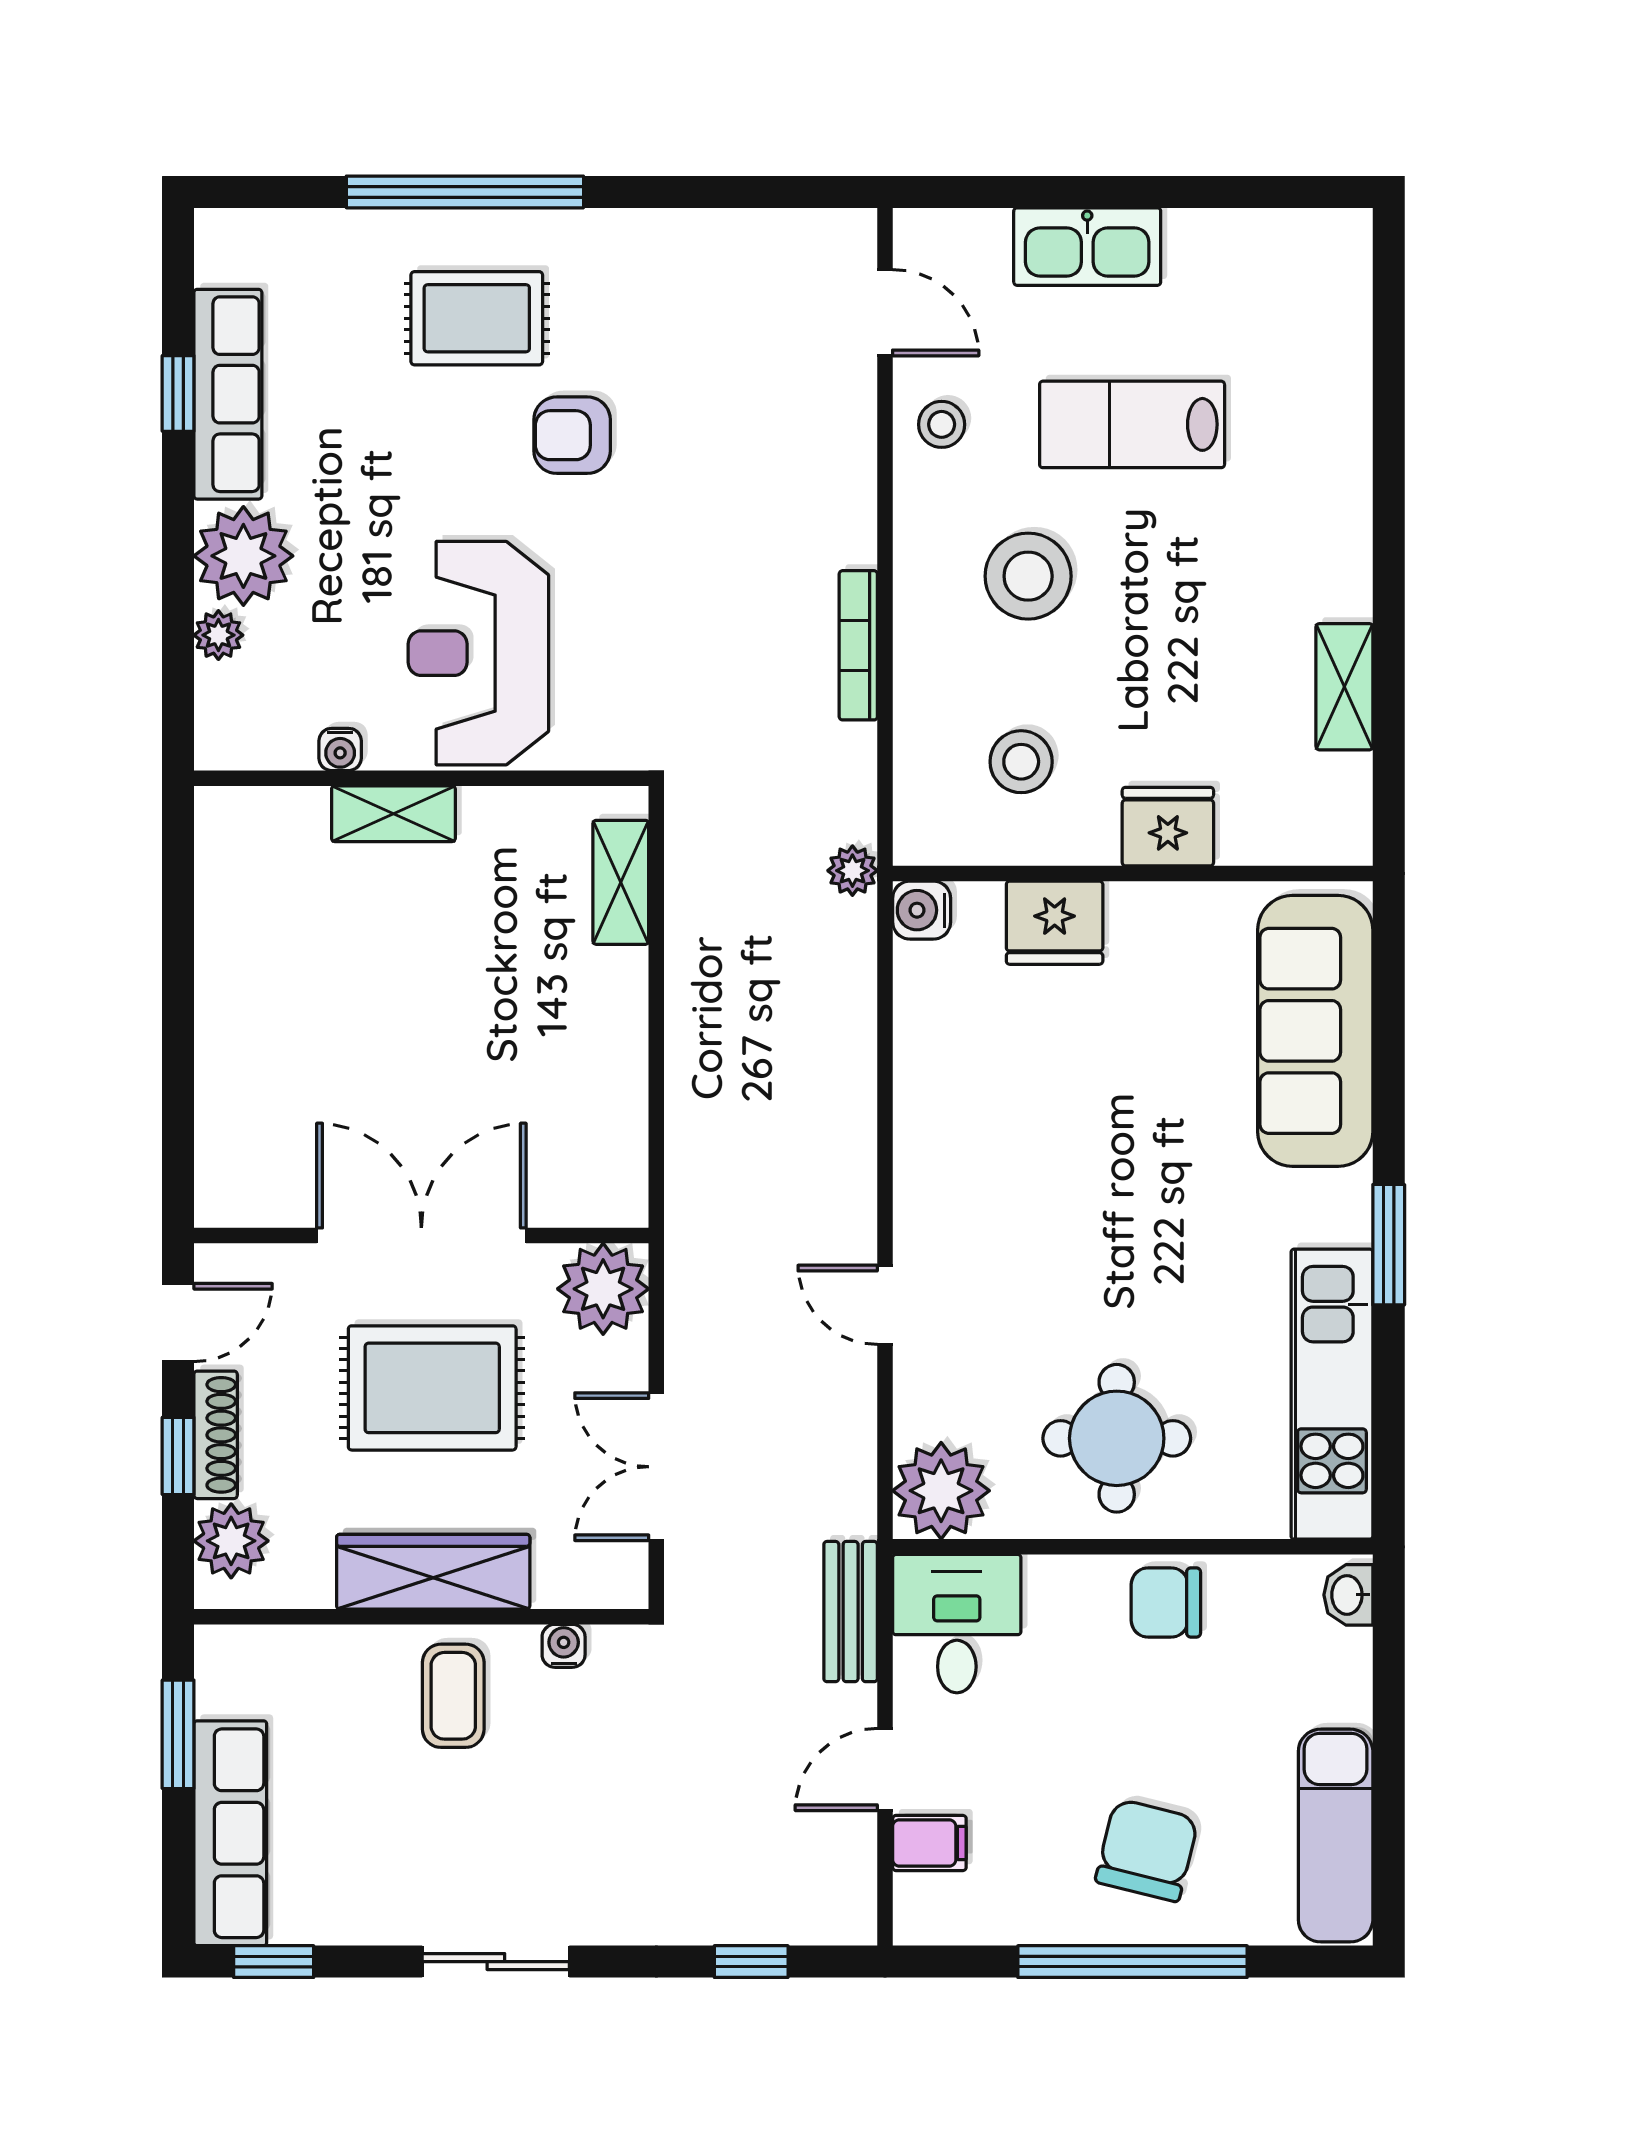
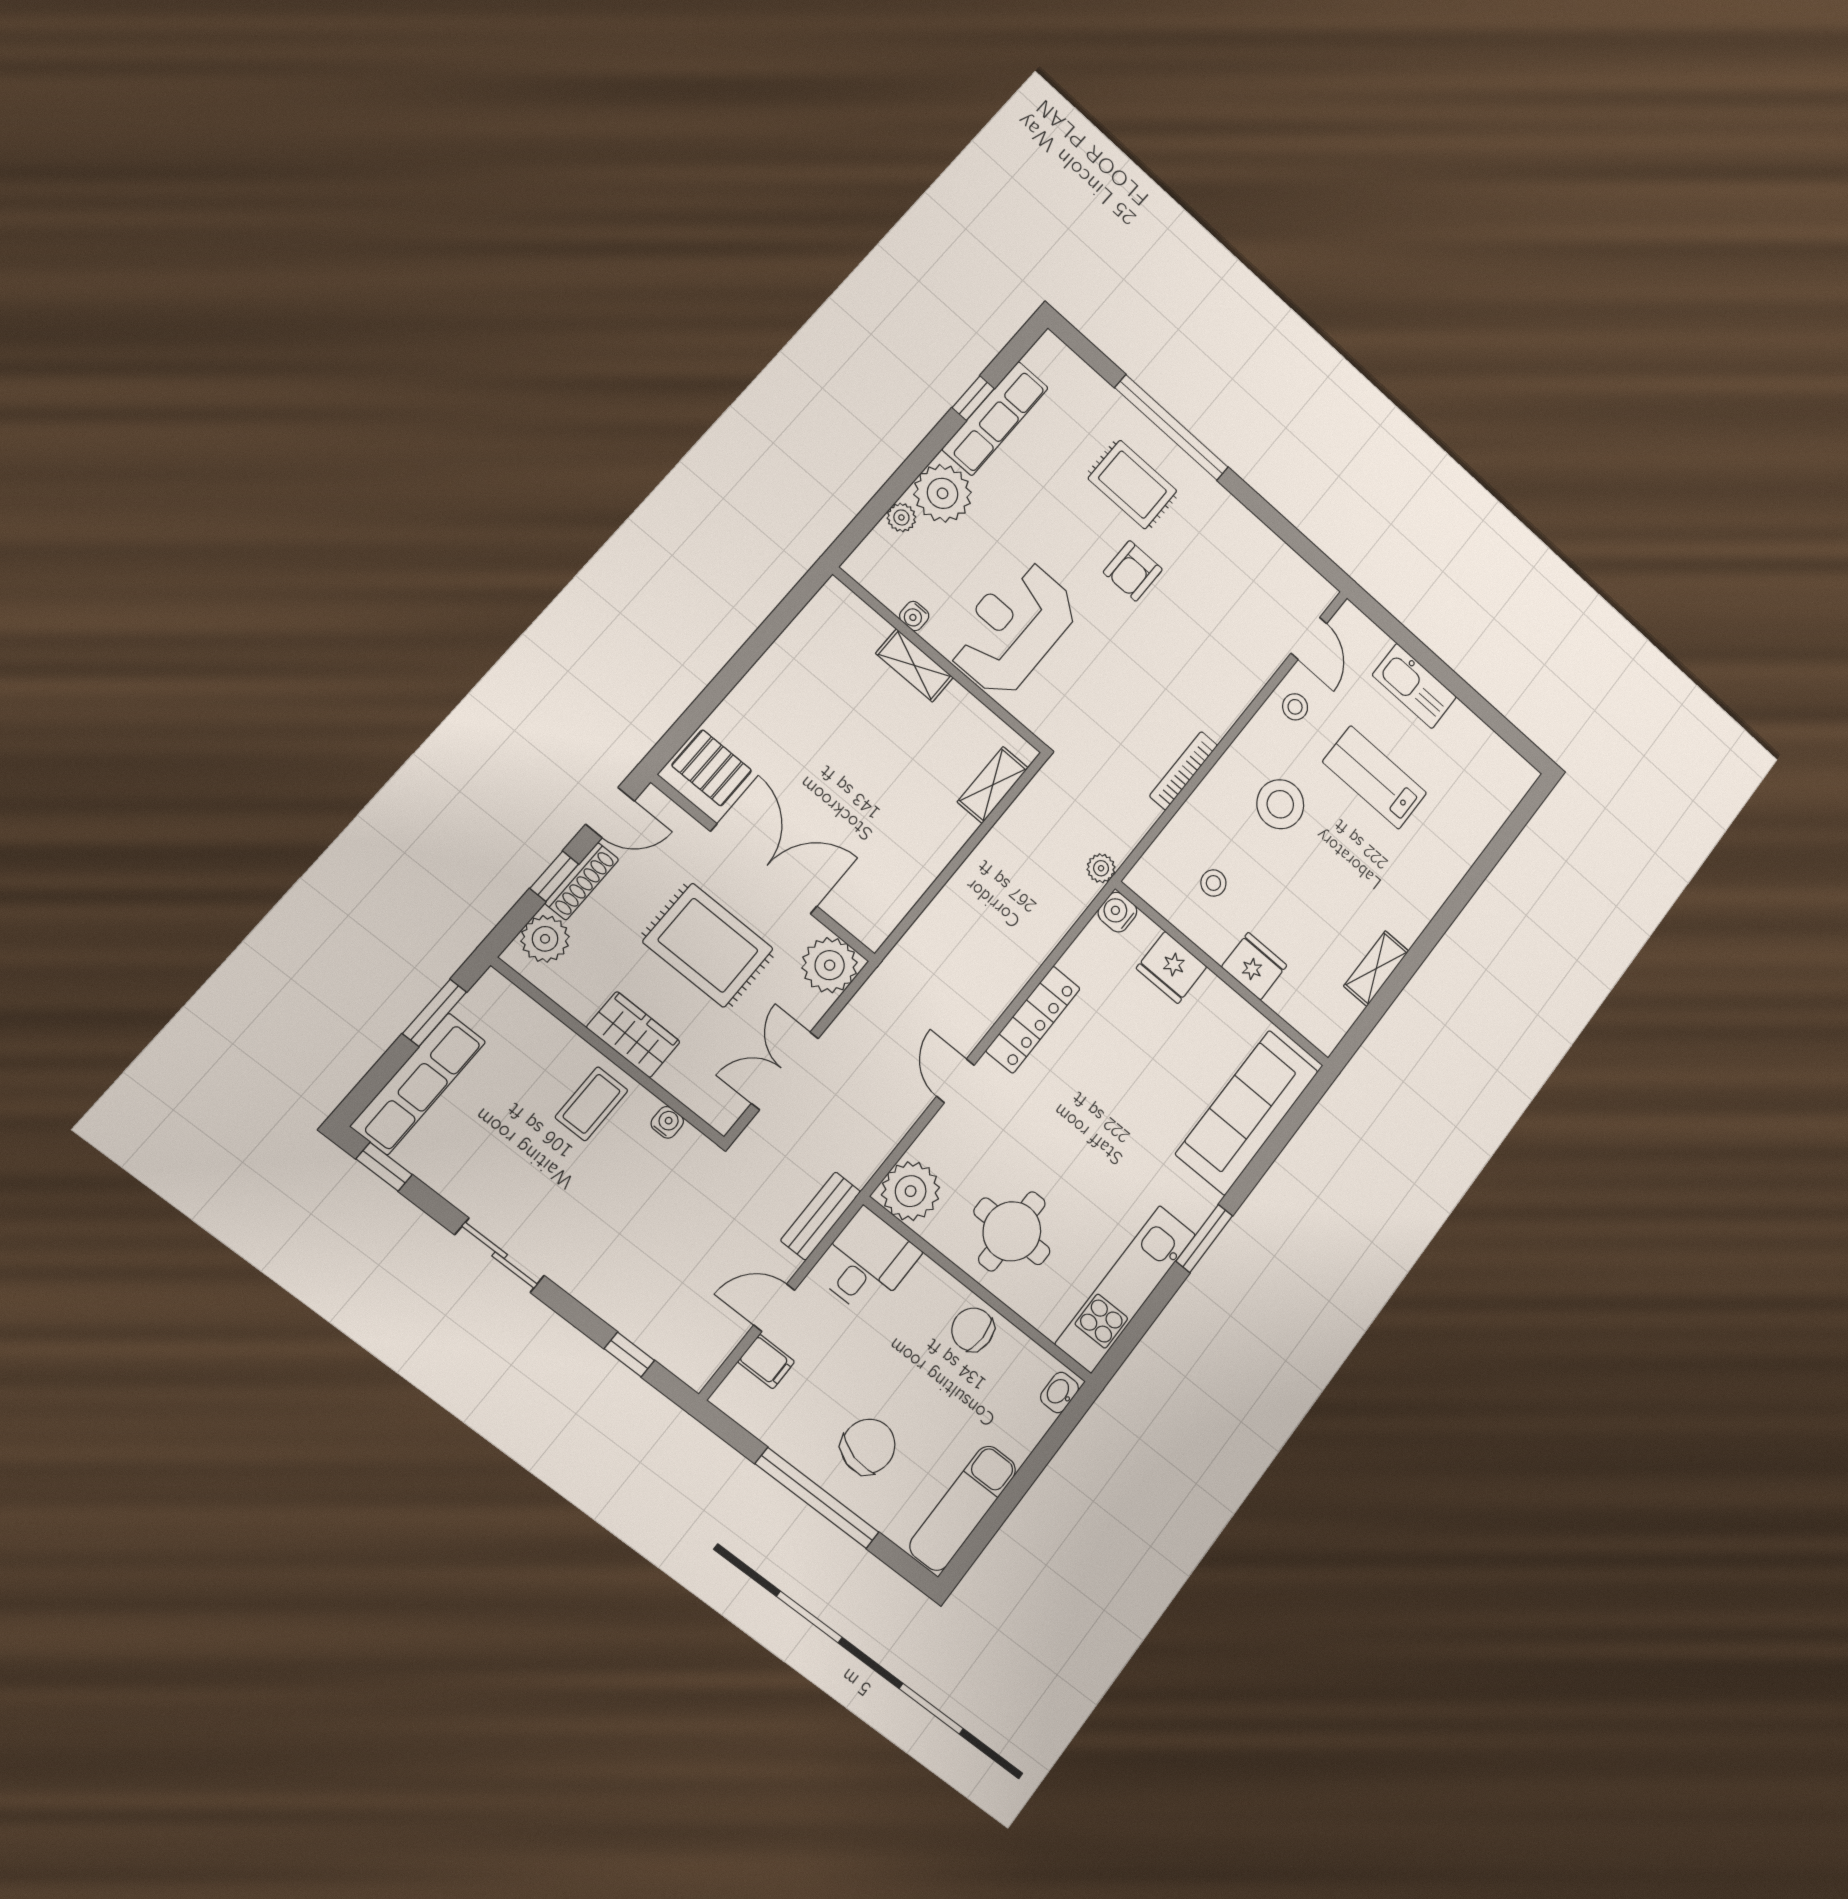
armchair: (572, 435) -> (1133, 571), turned -90
stool: (1021, 762) -> (1213, 883), width x0.73, depth x0.73
locker: (923, 1144) -> (1033, 1020), added
pallet: (253, 1163) -> (712, 768), added
wardrobe: (433, 1572) -> (633, 1035), width x0.67

